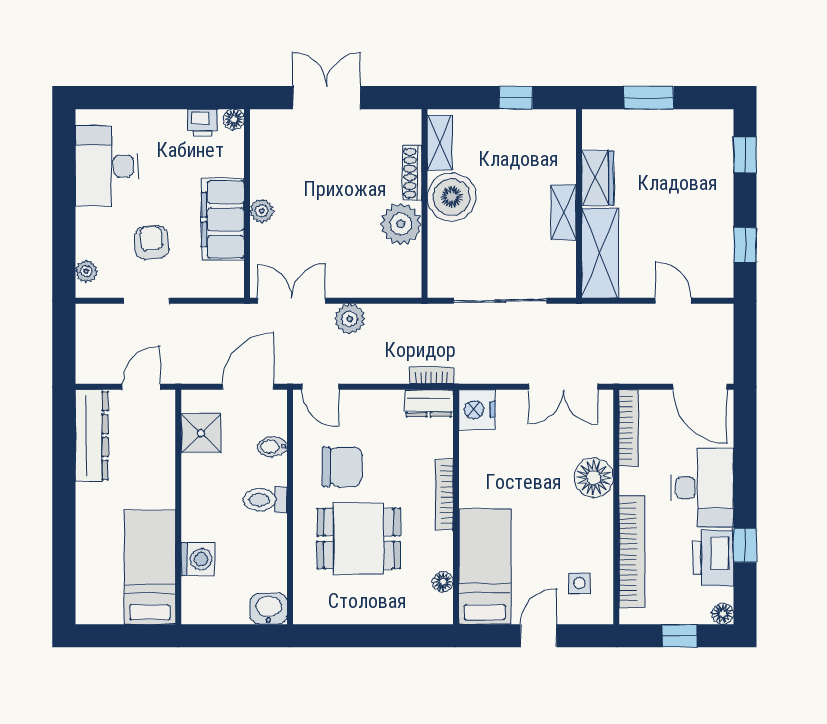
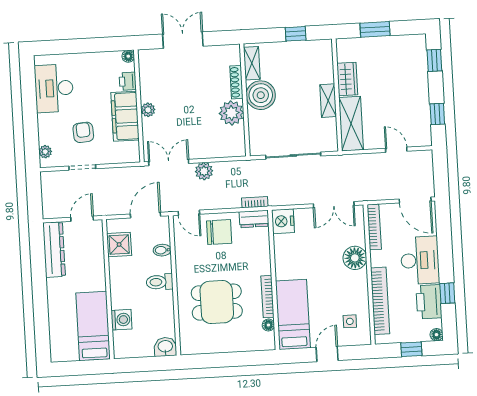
printer: (203, 123) -> (128, 81), moved, turned 90
chair: (342, 467) -> (219, 232), moved
bookcase: (444, 495) -> (267, 297), moved

